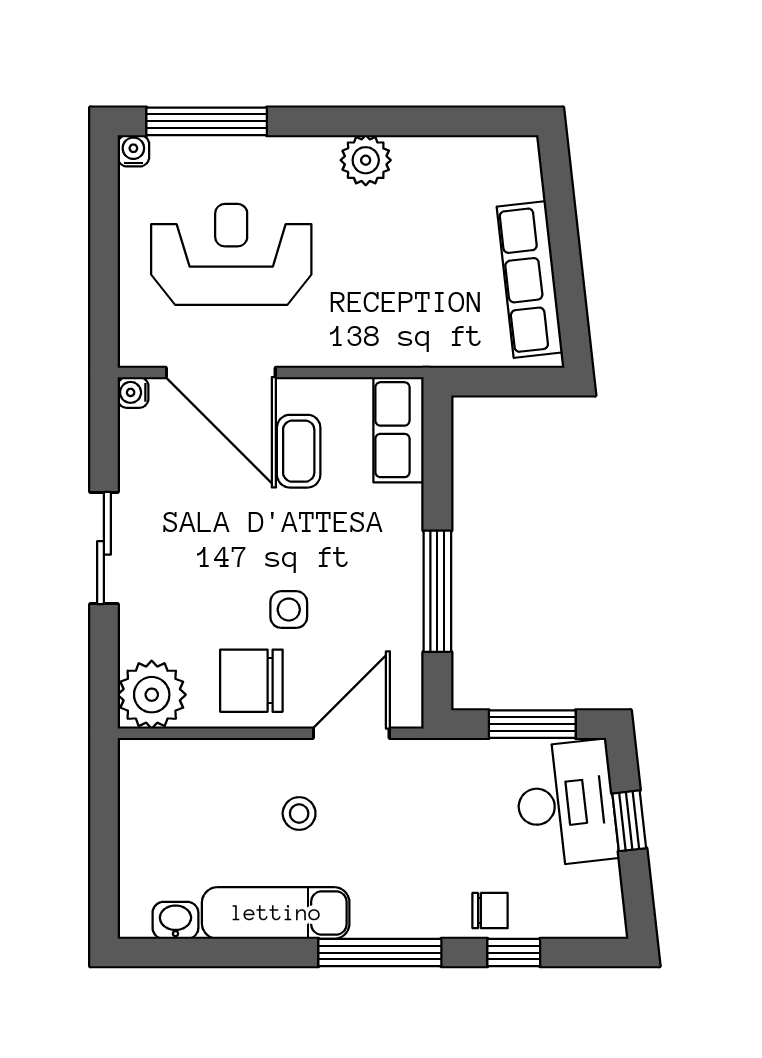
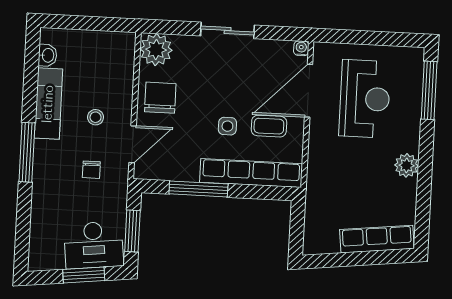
water cooler: (133, 151) -> (417, 54), removed
row of seats: (530, 280) -> (377, 239), moved
row of seats: (398, 430) -> (251, 173), width x2.02
side table: (289, 610) -> (227, 126), moved
door: (351, 733) -> (133, 144), hinge flipped
window: (629, 821) -> (84, 275), width x1.50
chair: (490, 911) -> (91, 170), moved
window: (514, 953) -> (24, 216), removed

